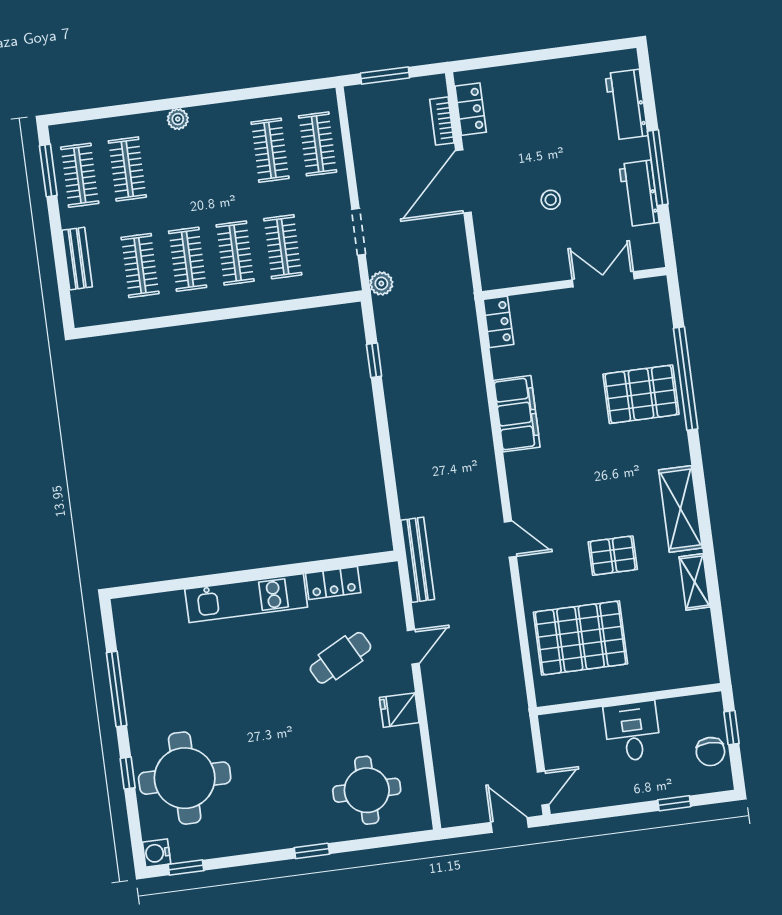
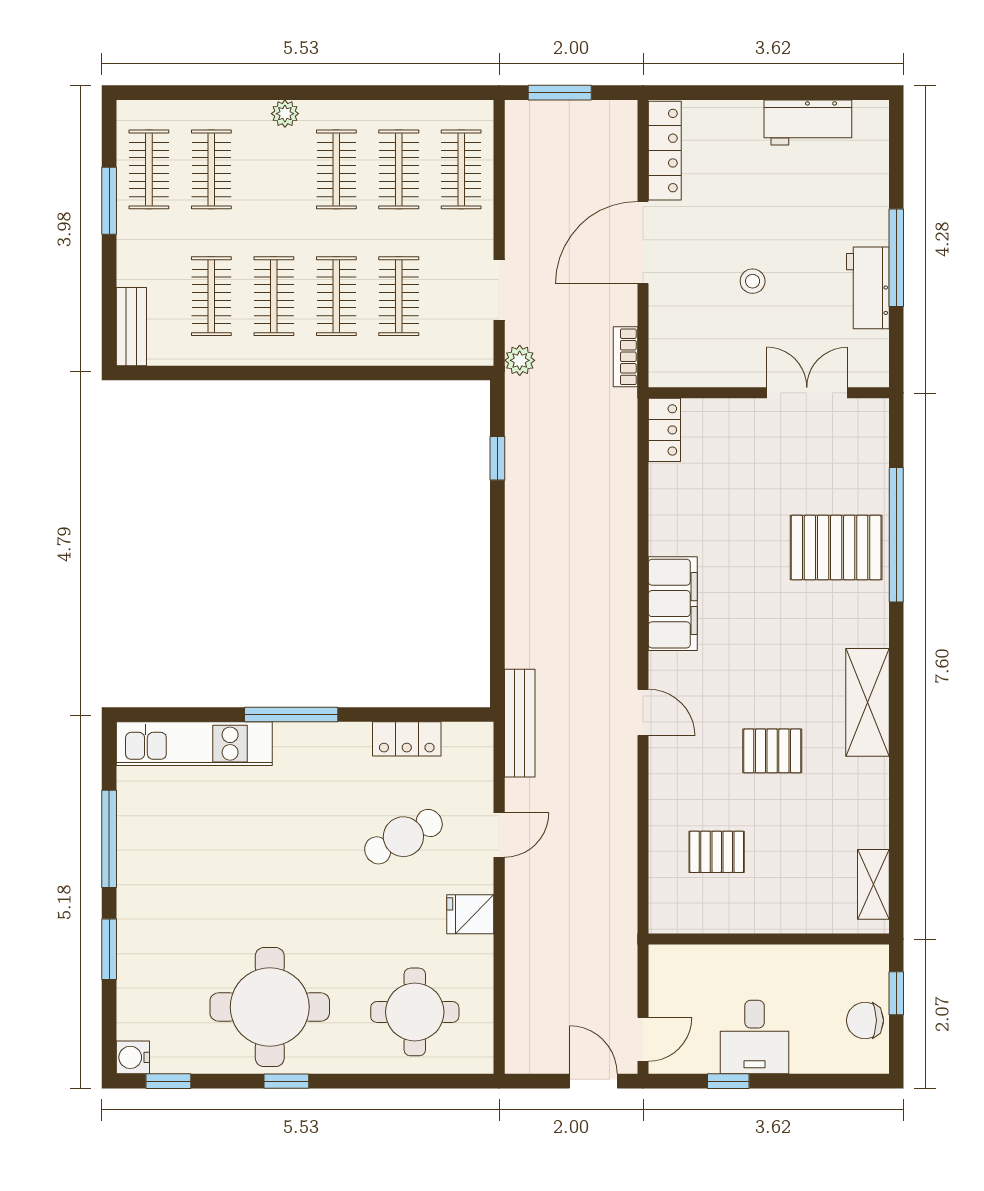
workbench: (626, 105) -> (808, 122), moved, turned -90
locker: (471, 109) -> (665, 151), width x1.53
bookcase: (442, 121) -> (625, 357), moved
clothes rail: (222, 156) -> (336, 169), added
window: (48, 170) -> (109, 201), moved
bench: (77, 259) -> (131, 327), moved
filing cabinet: (517, 414) -> (673, 604), moved
window: (243, 576) -> (291, 714), added
shelving: (695, 582) -> (873, 884), moved
kitchen unit: (246, 598) -> (194, 744), moved
pallet: (581, 638) -> (717, 852), width x0.49, depth x0.50
desk: (632, 731) -> (755, 1037), moved, turned 180
chair: (710, 752) -> (865, 1020), turned 90
window: (128, 773) -> (109, 949), width x1.50
round table: (185, 778) -> (270, 1007), moved
window: (674, 803) -> (728, 1081), moved
window: (312, 851) -> (286, 1081), moved

